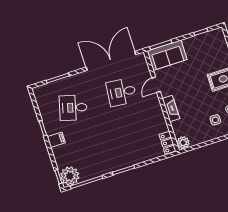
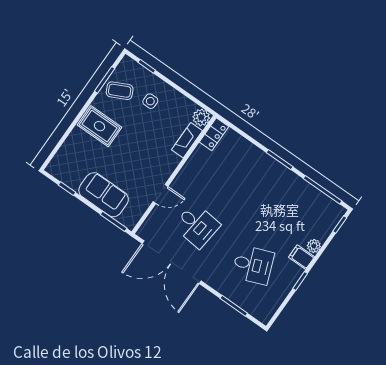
sofa: (167, 55) -> (104, 195), moved
desk: (73, 108) -> (253, 265), turned -36
fireplace: (171, 109) -> (187, 140), moved
plant: (70, 176) -> (314, 246), moved, width x0.53, depth x0.53

